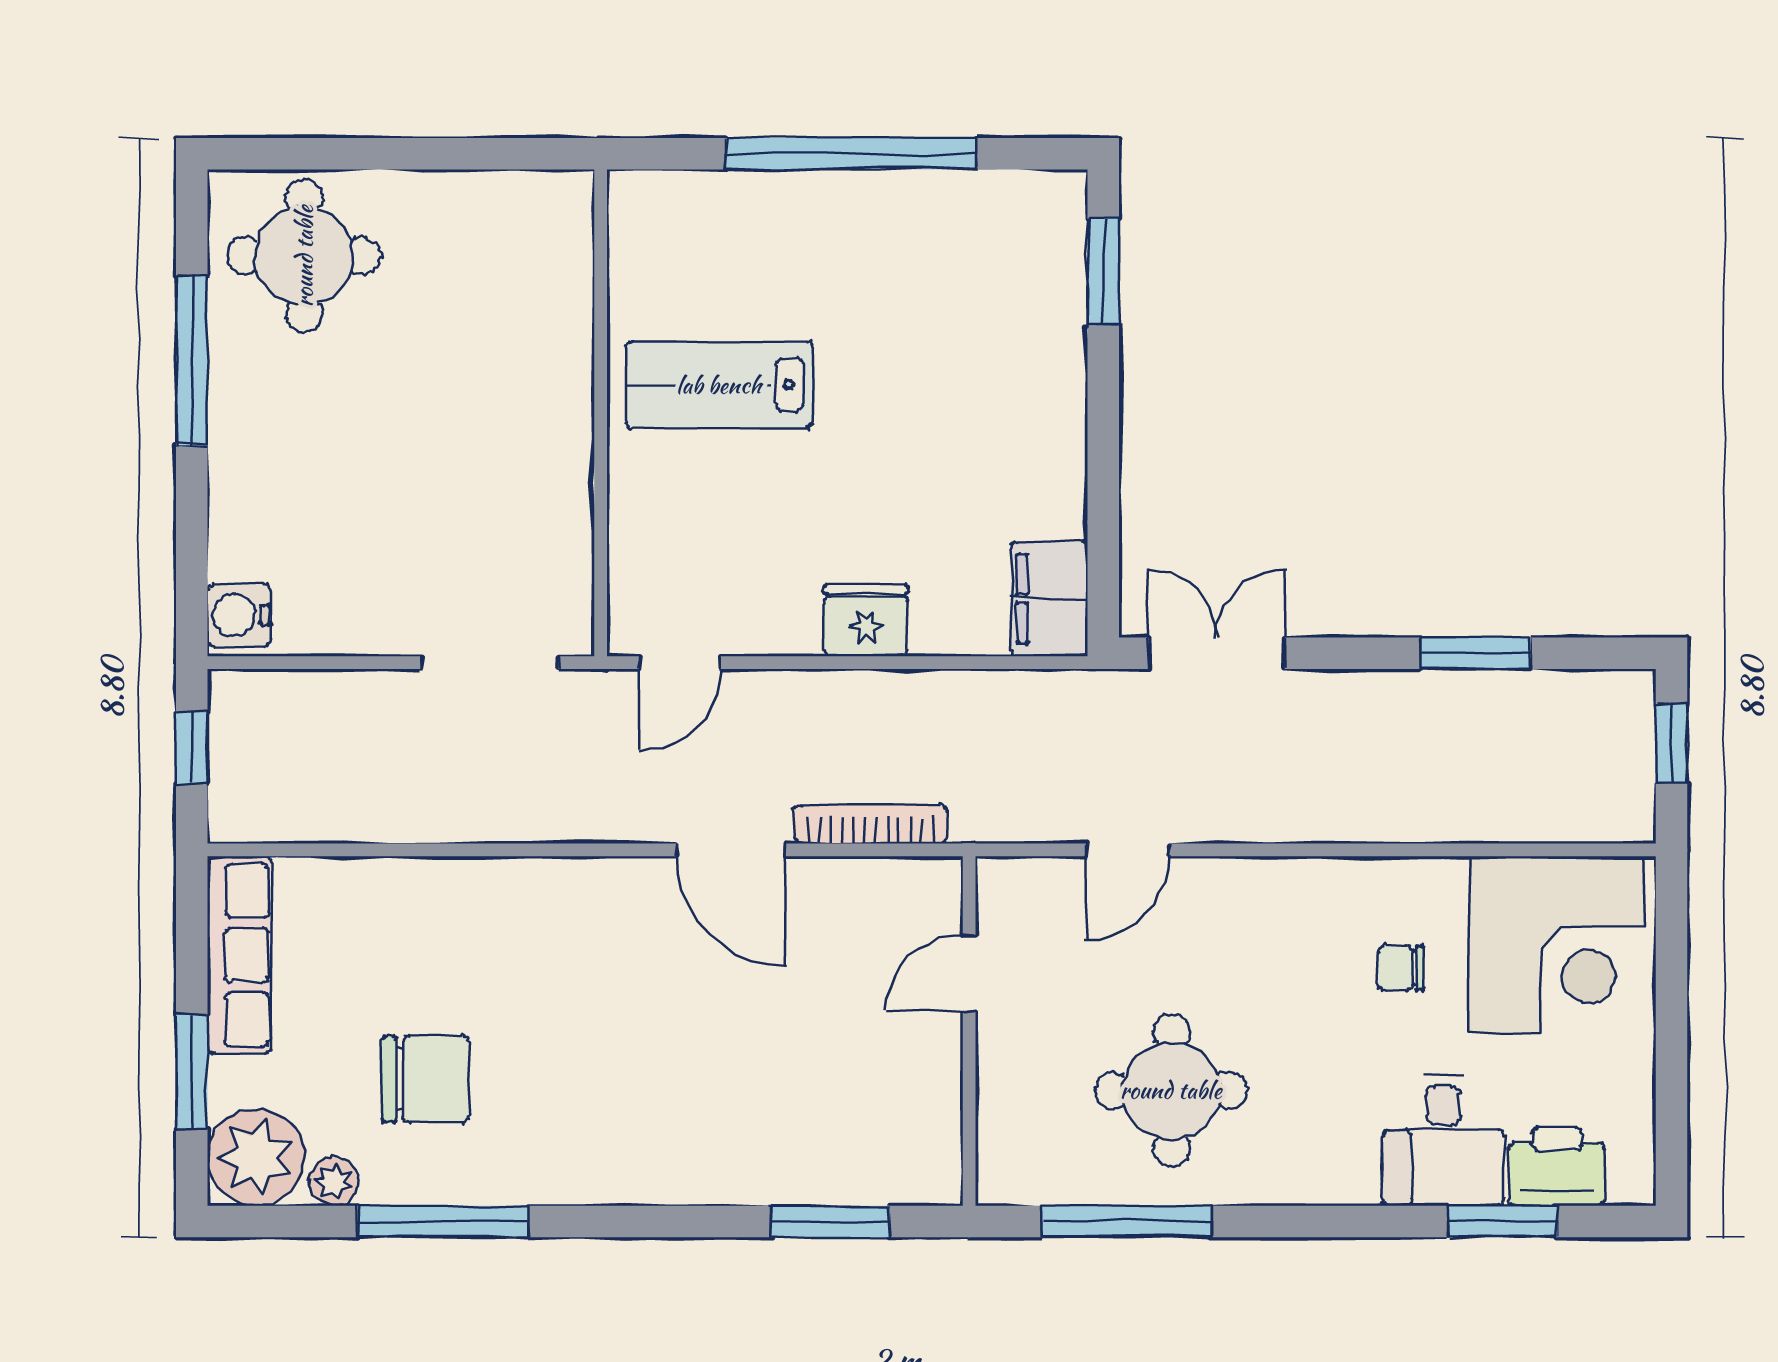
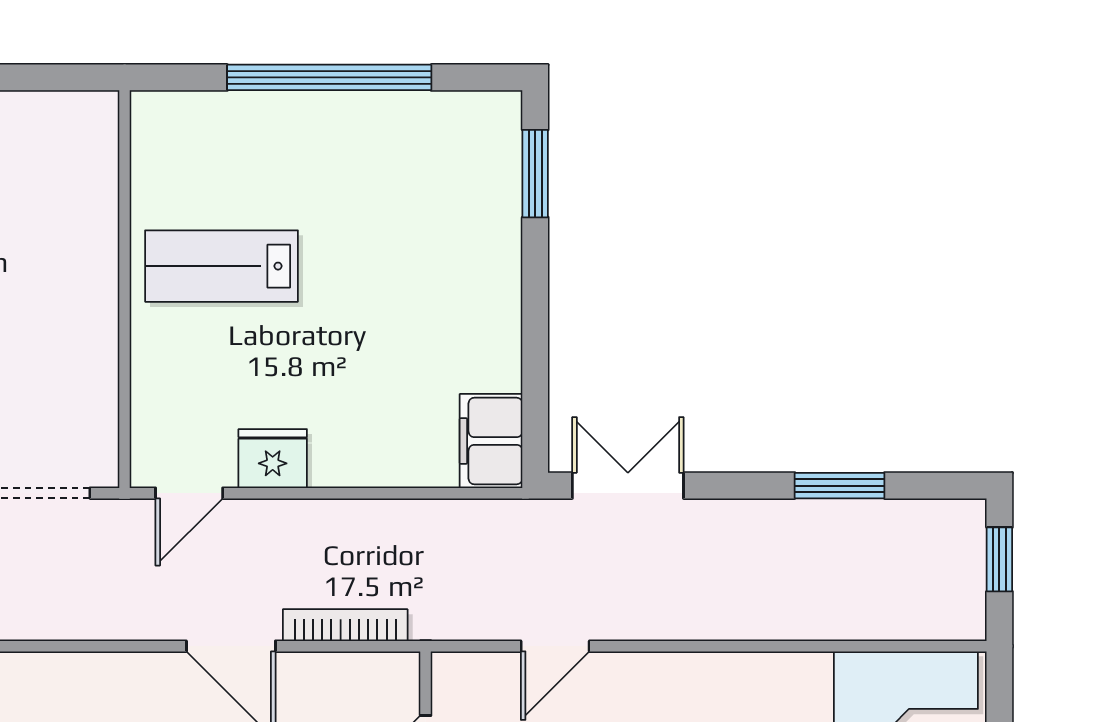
fridge: (866, 620) -> (273, 459), moved

